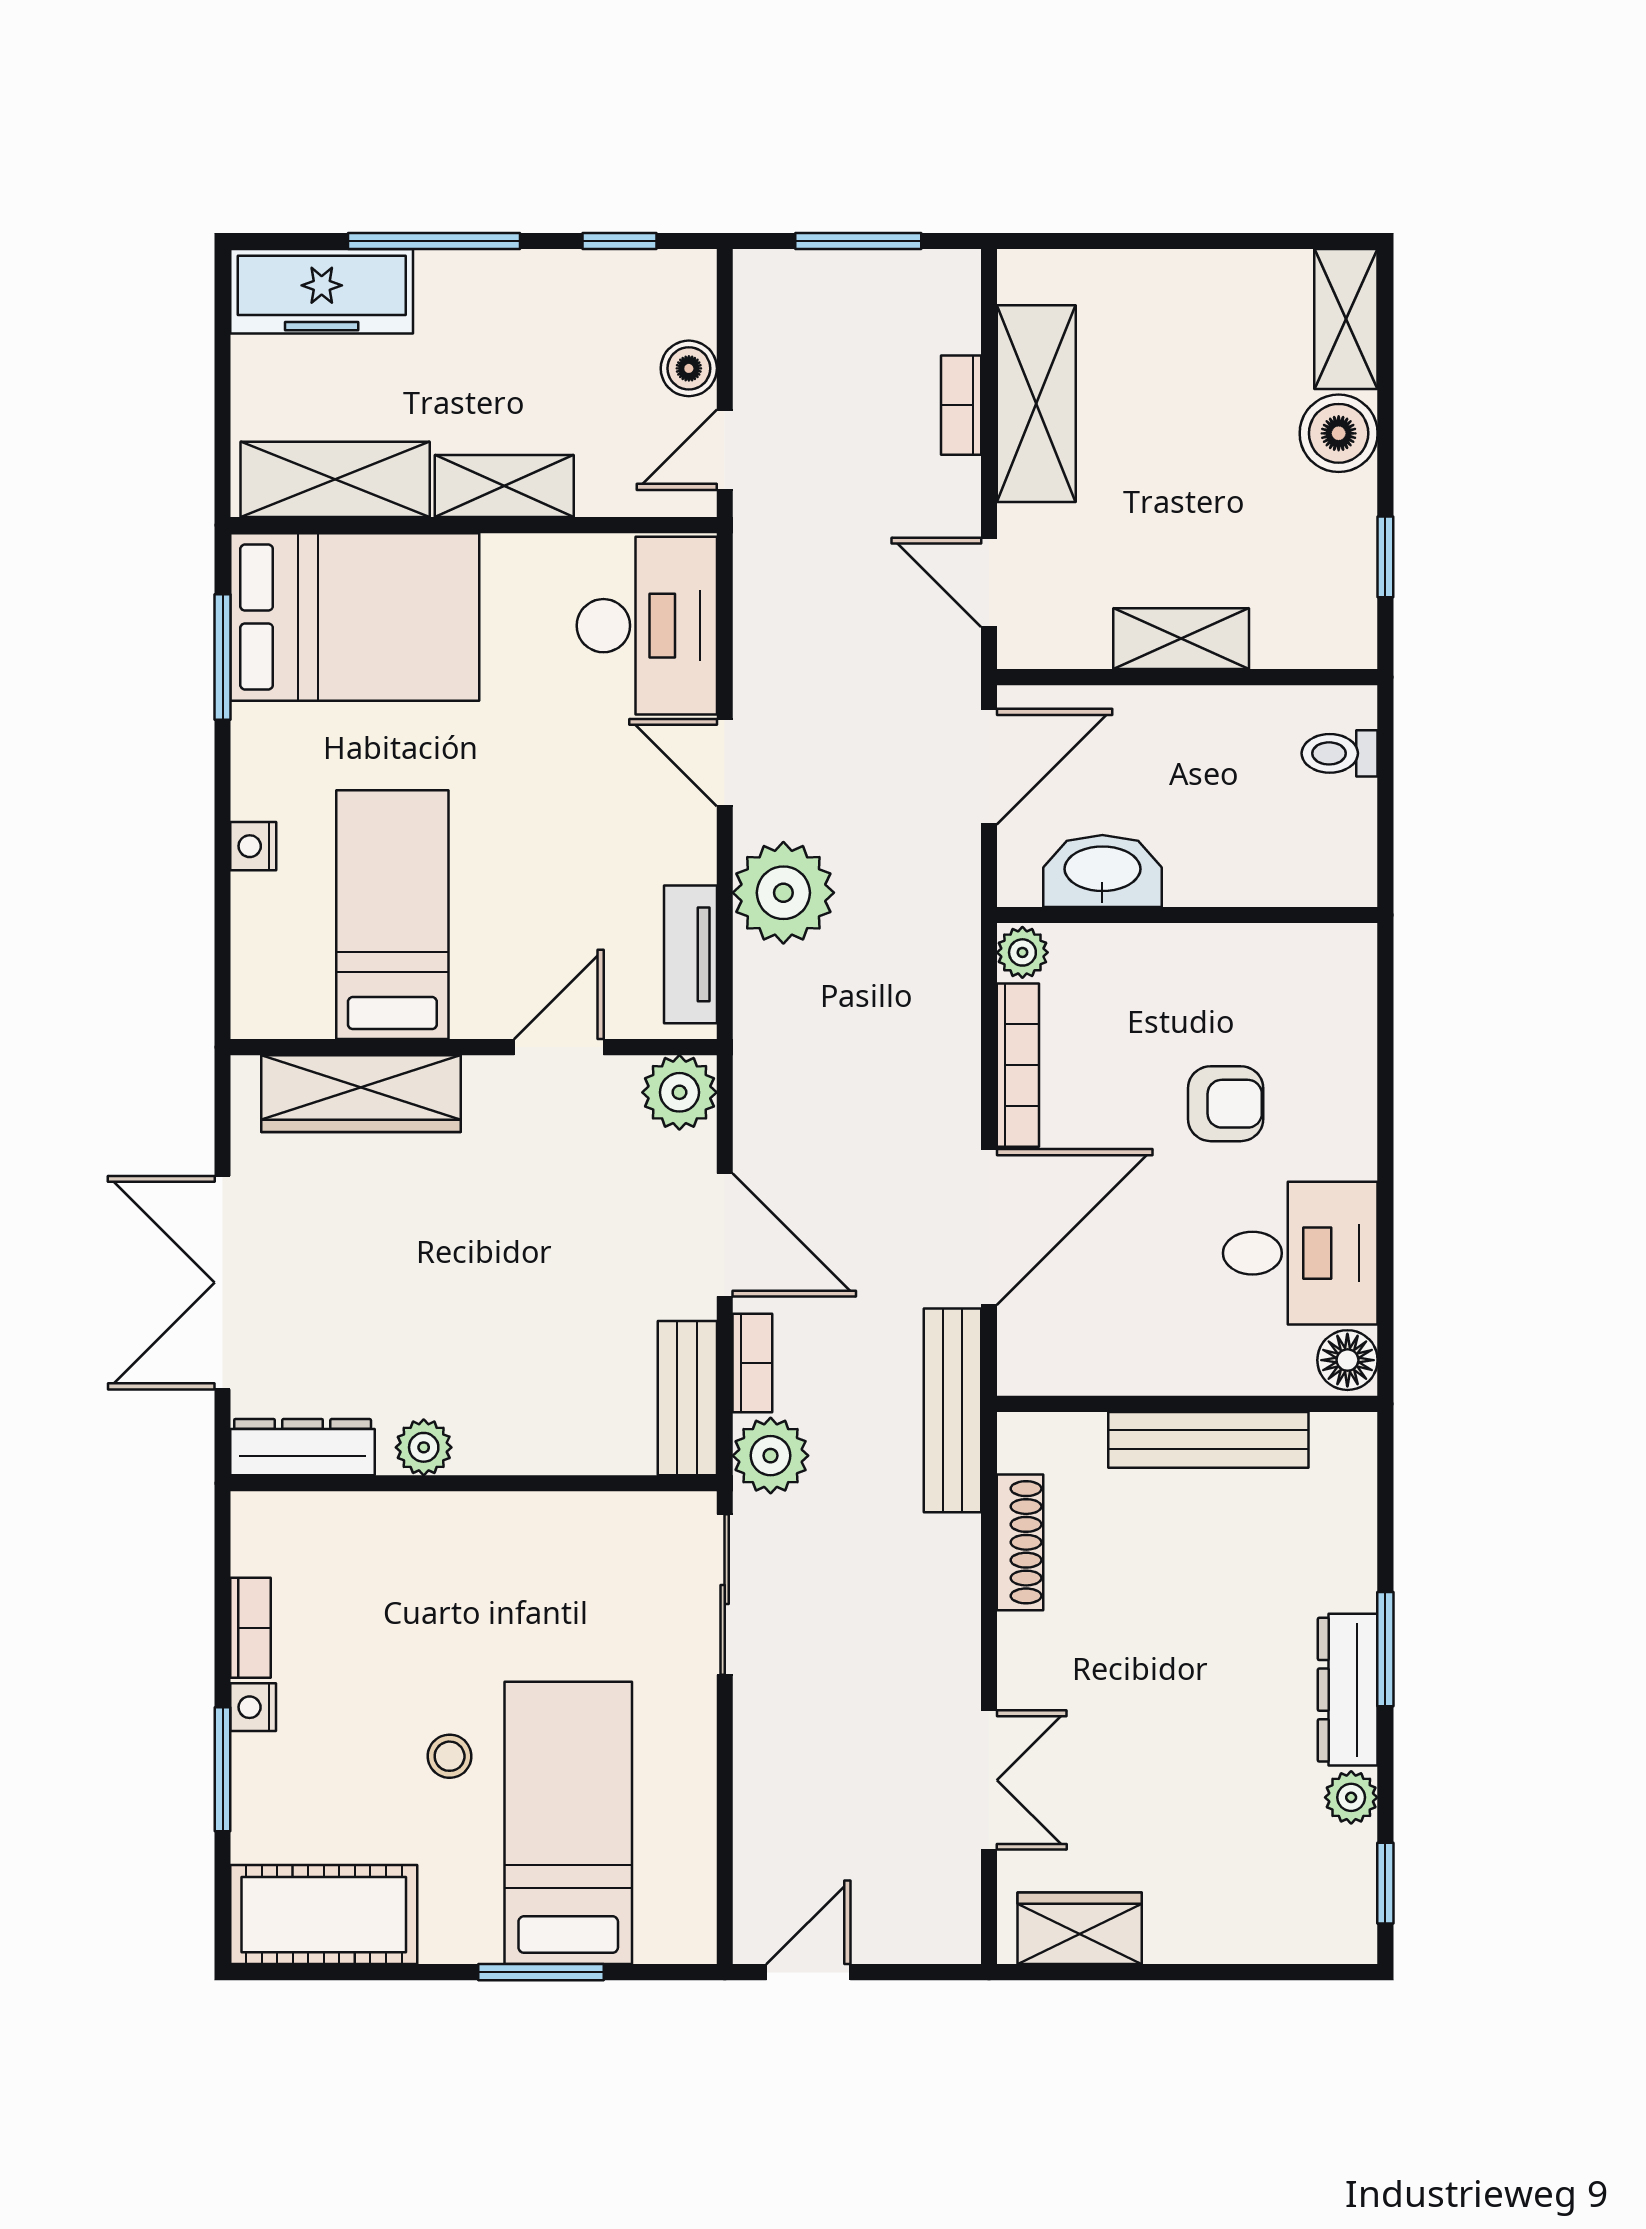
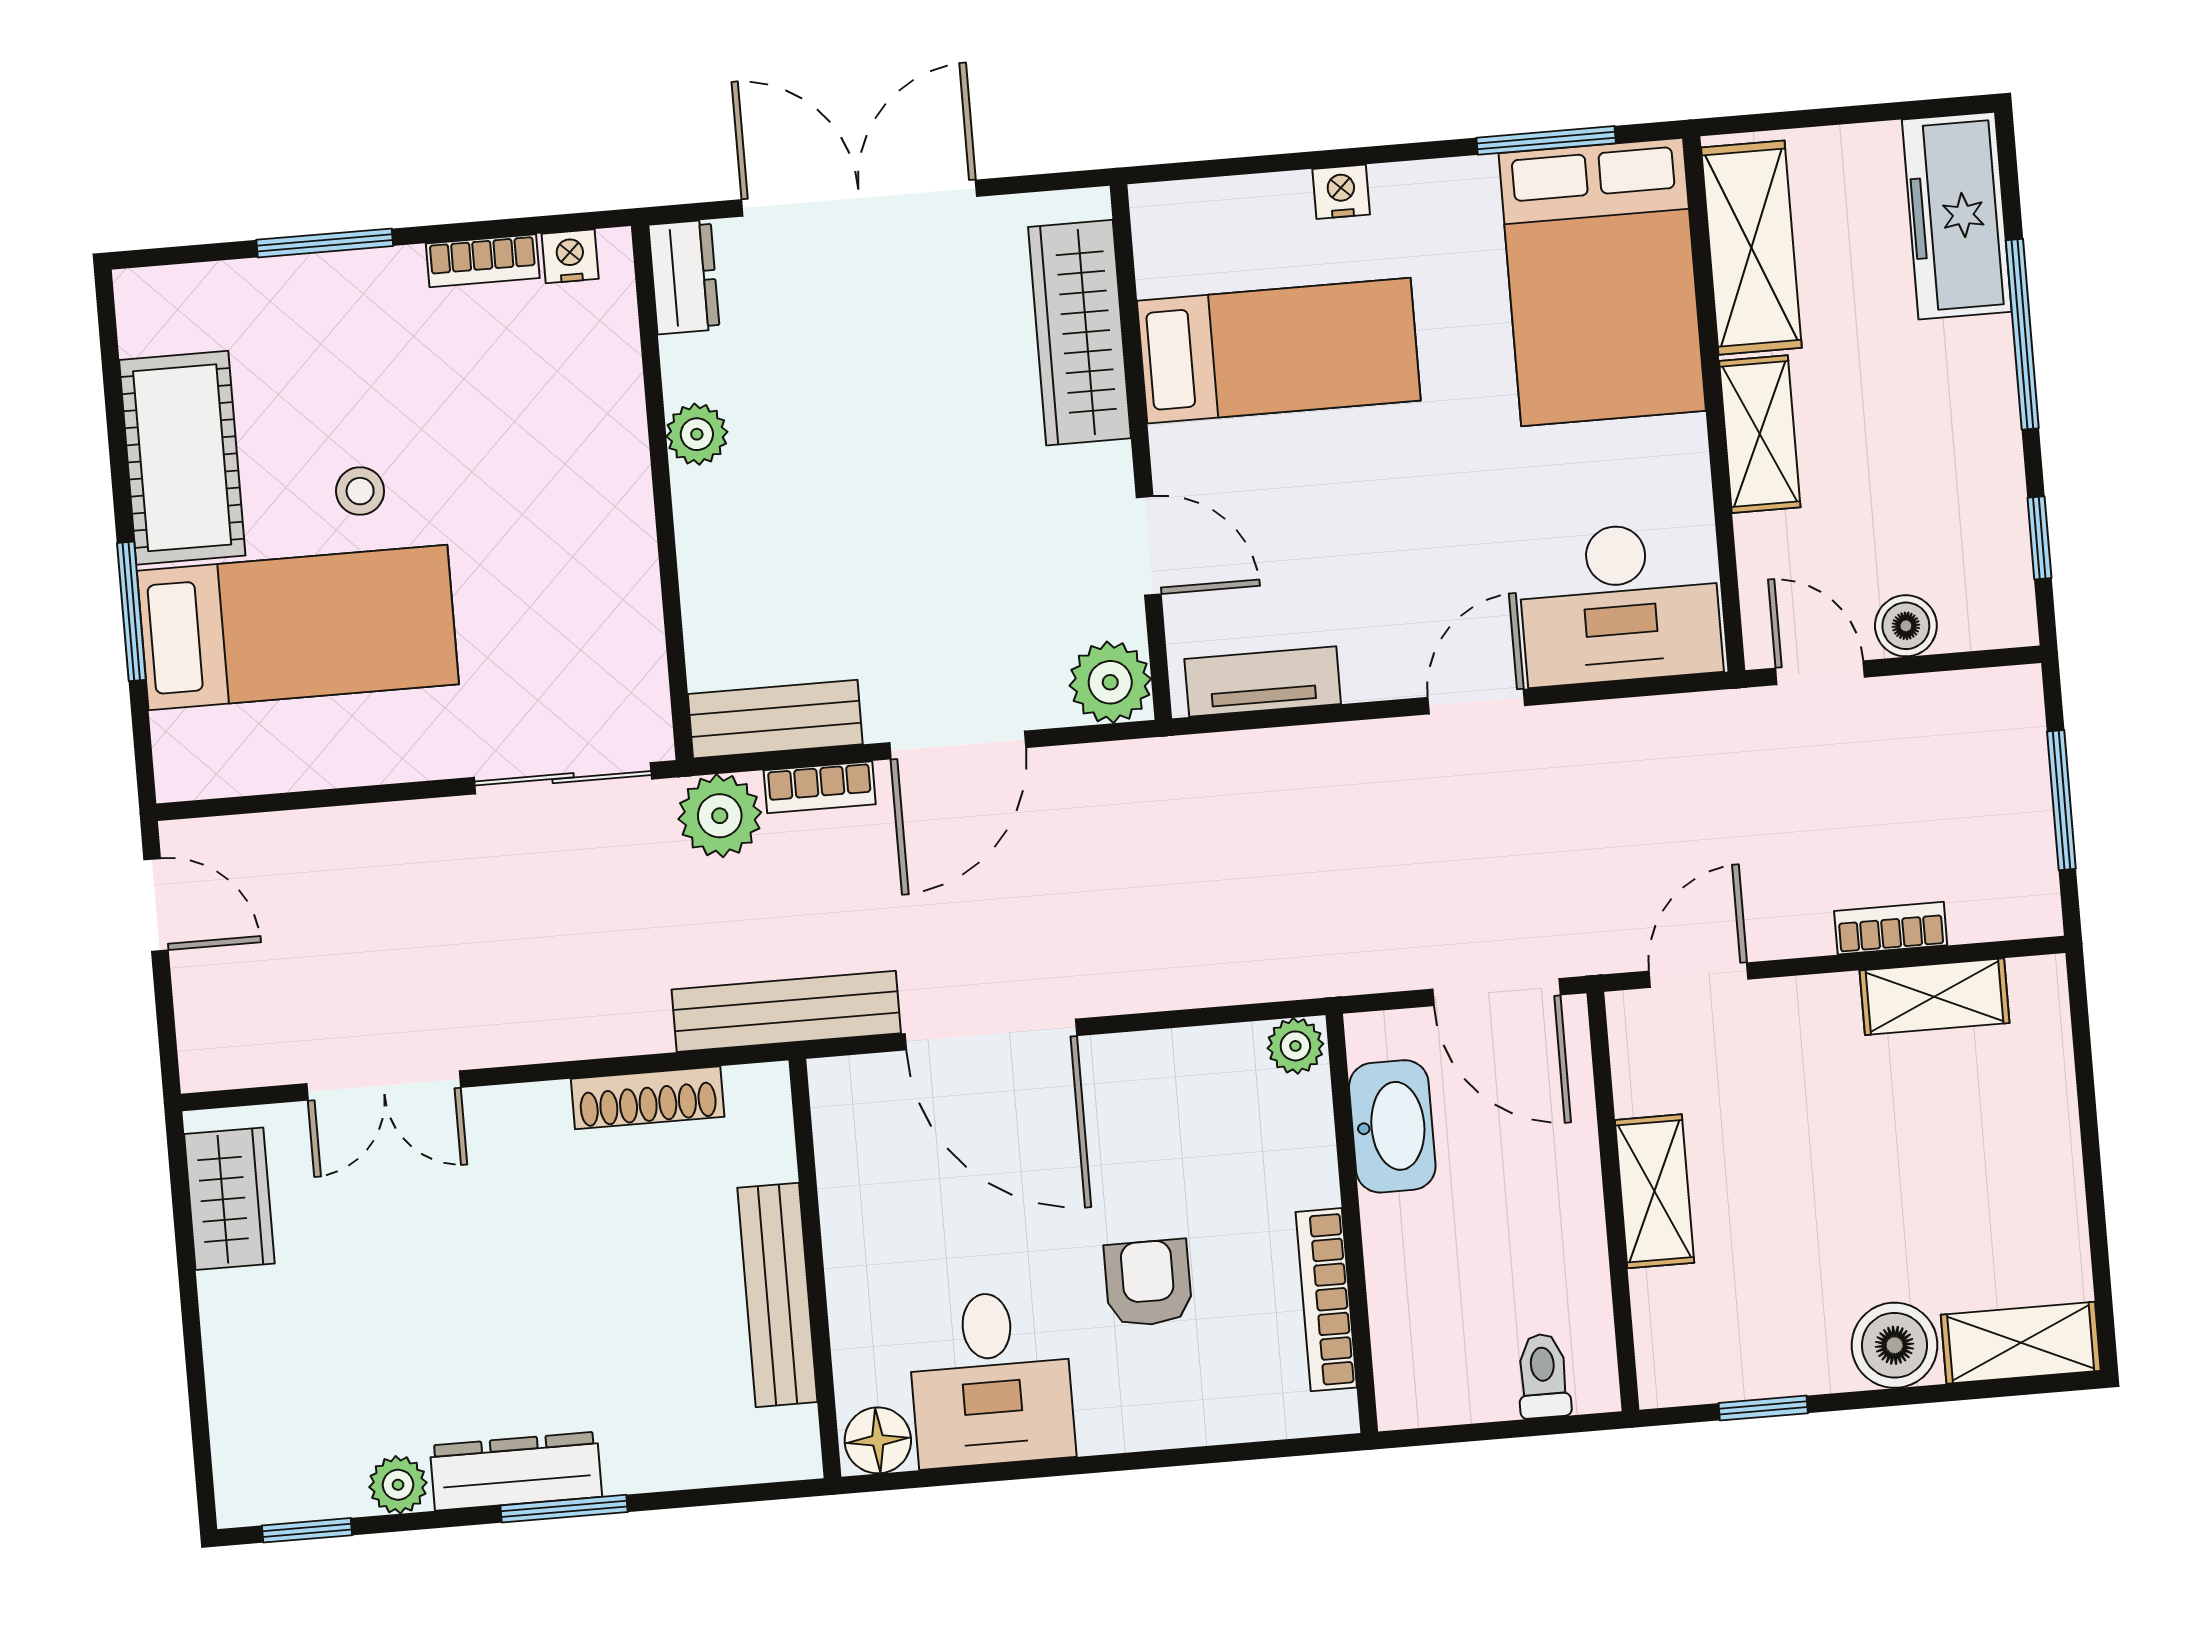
shelving: (1036, 404) -> (1934, 997), width x0.67, depth x0.75
plant: (783, 893) -> (1339, 778), removed
bookcase: (1018, 1065) -> (1326, 1300), moved, turned 90
armchair: (1226, 1104) -> (1148, 1283), turned 180
dresser: (303, 1447) -> (684, 277), width x0.70
nightstand: (253, 1707) -> (570, 256), moved
cot: (324, 1915) -> (182, 458), moved

